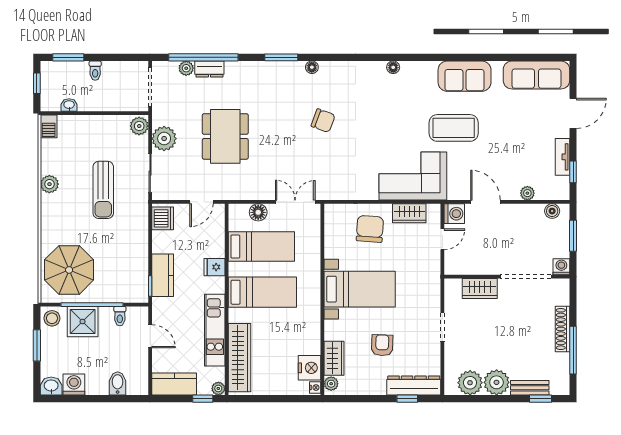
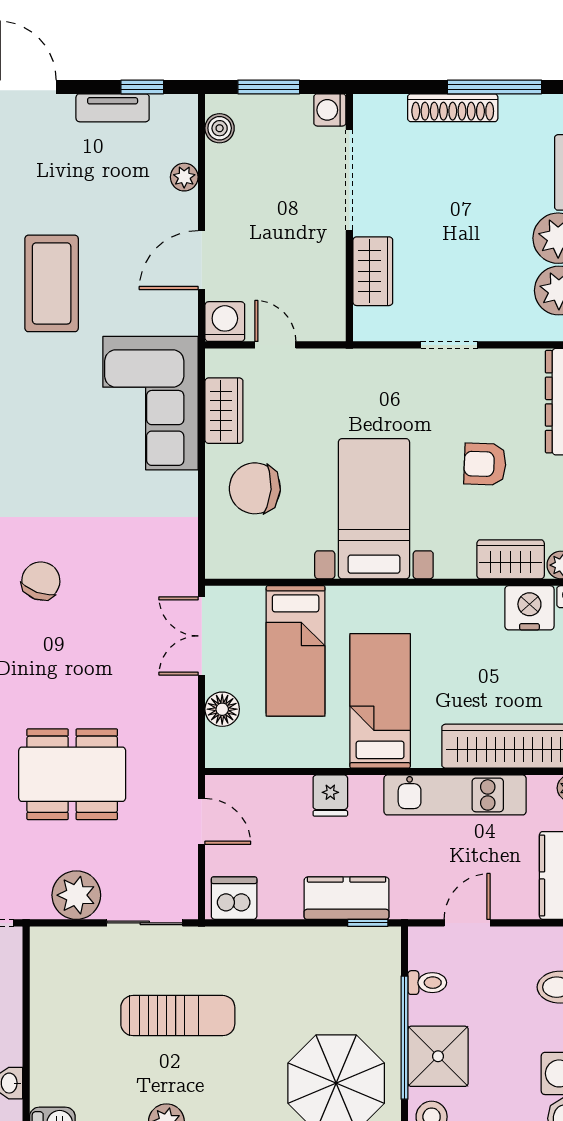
plant: (139, 126) -> (52, 944), removed
coffee table: (454, 128) -> (52, 283), moved
bed: (261, 246) -> (296, 651), moved, turned 180

